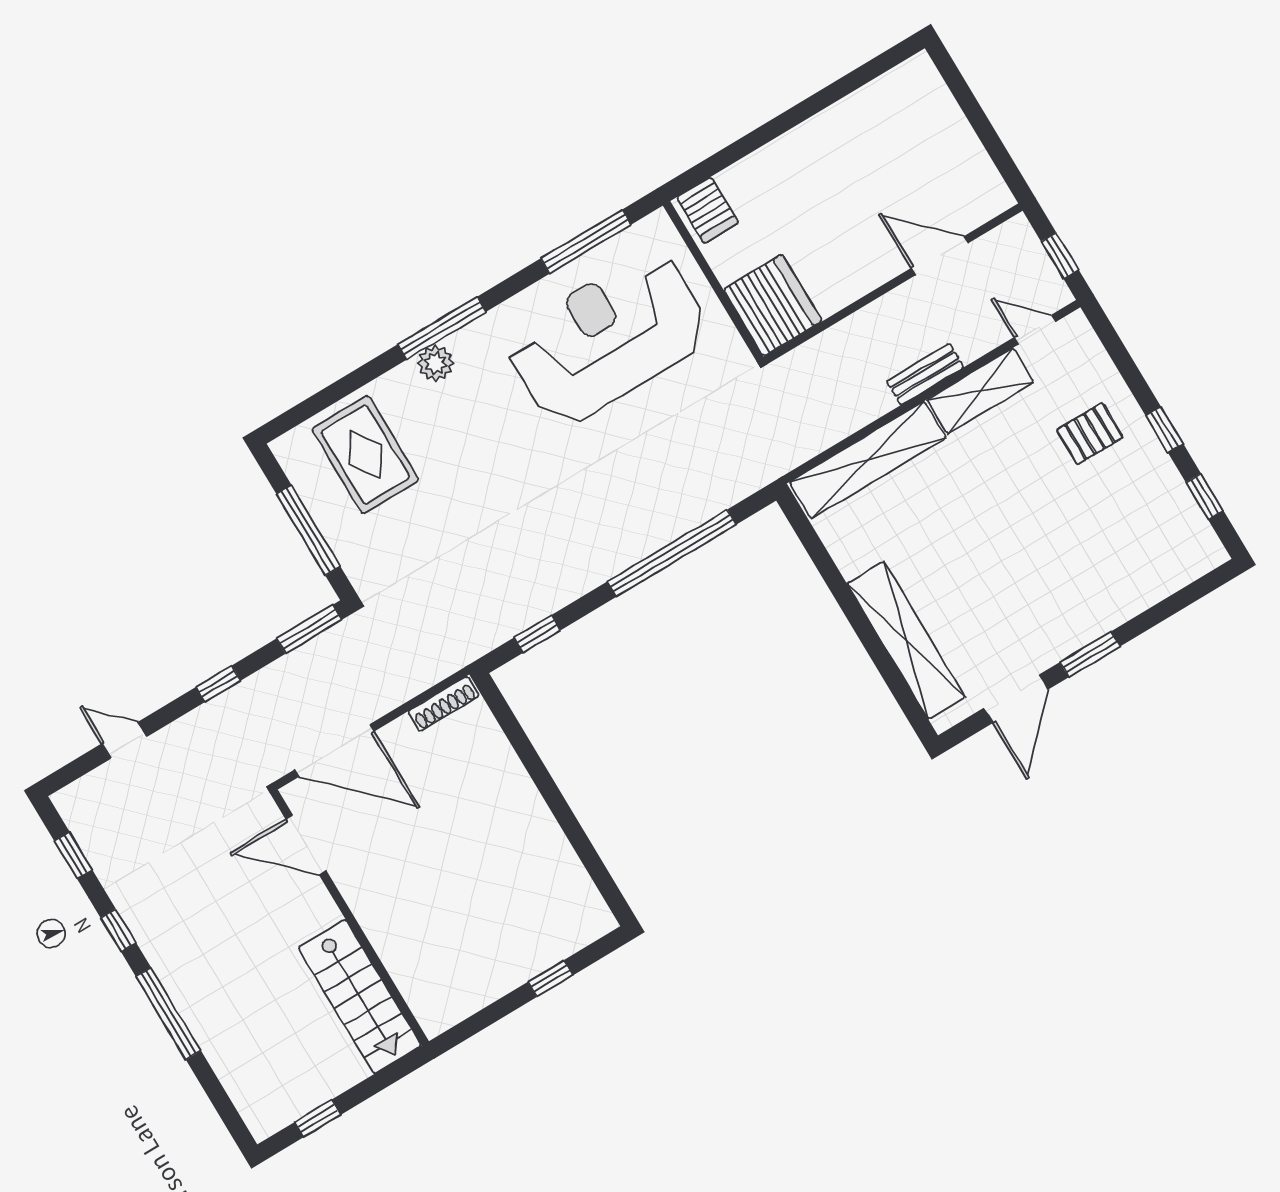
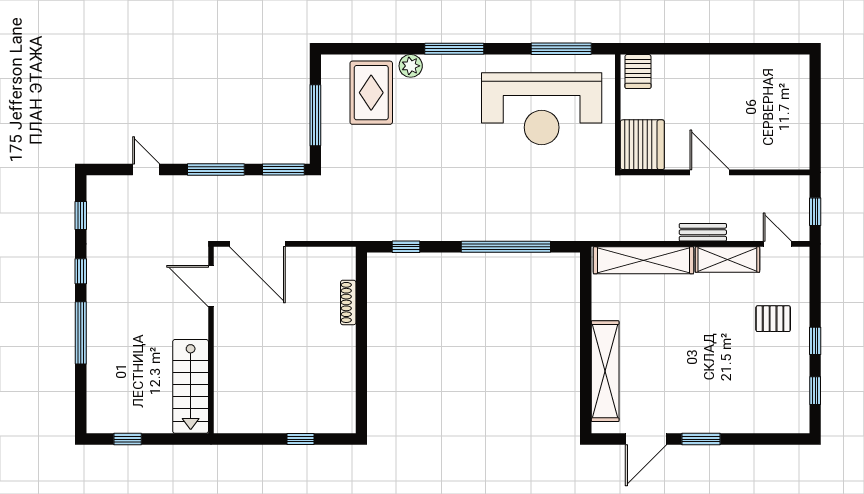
door: (940, 256) -> (710, 172), moved
reception desk: (608, 338) -> (542, 109), turned 180
plant: (436, 363) -> (411, 66), moved
window: (218, 684) -> (216, 169), width x2.17
shoe rack: (443, 704) -> (348, 302), moved, turned 90

